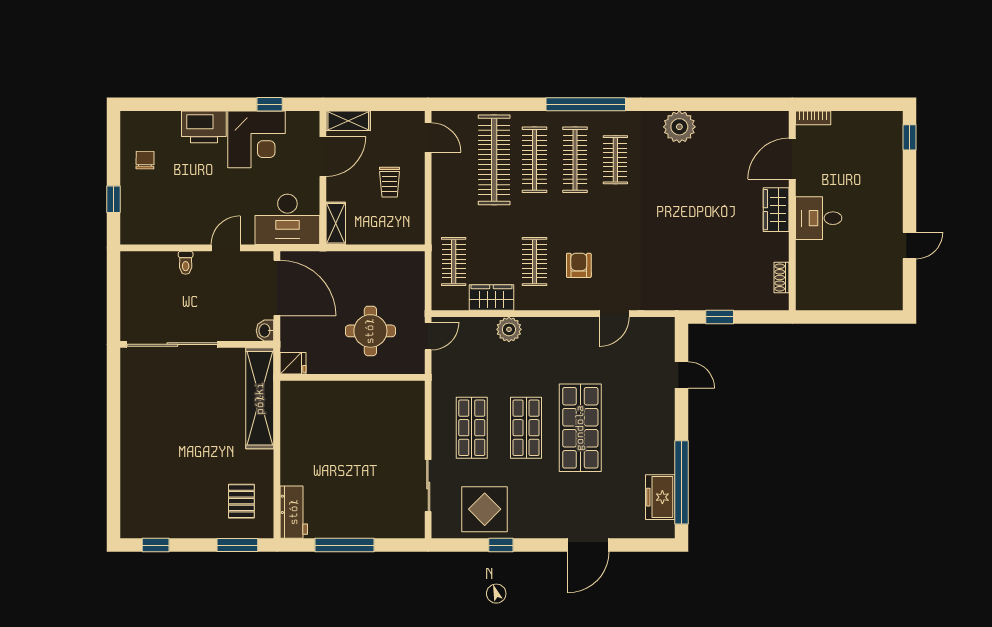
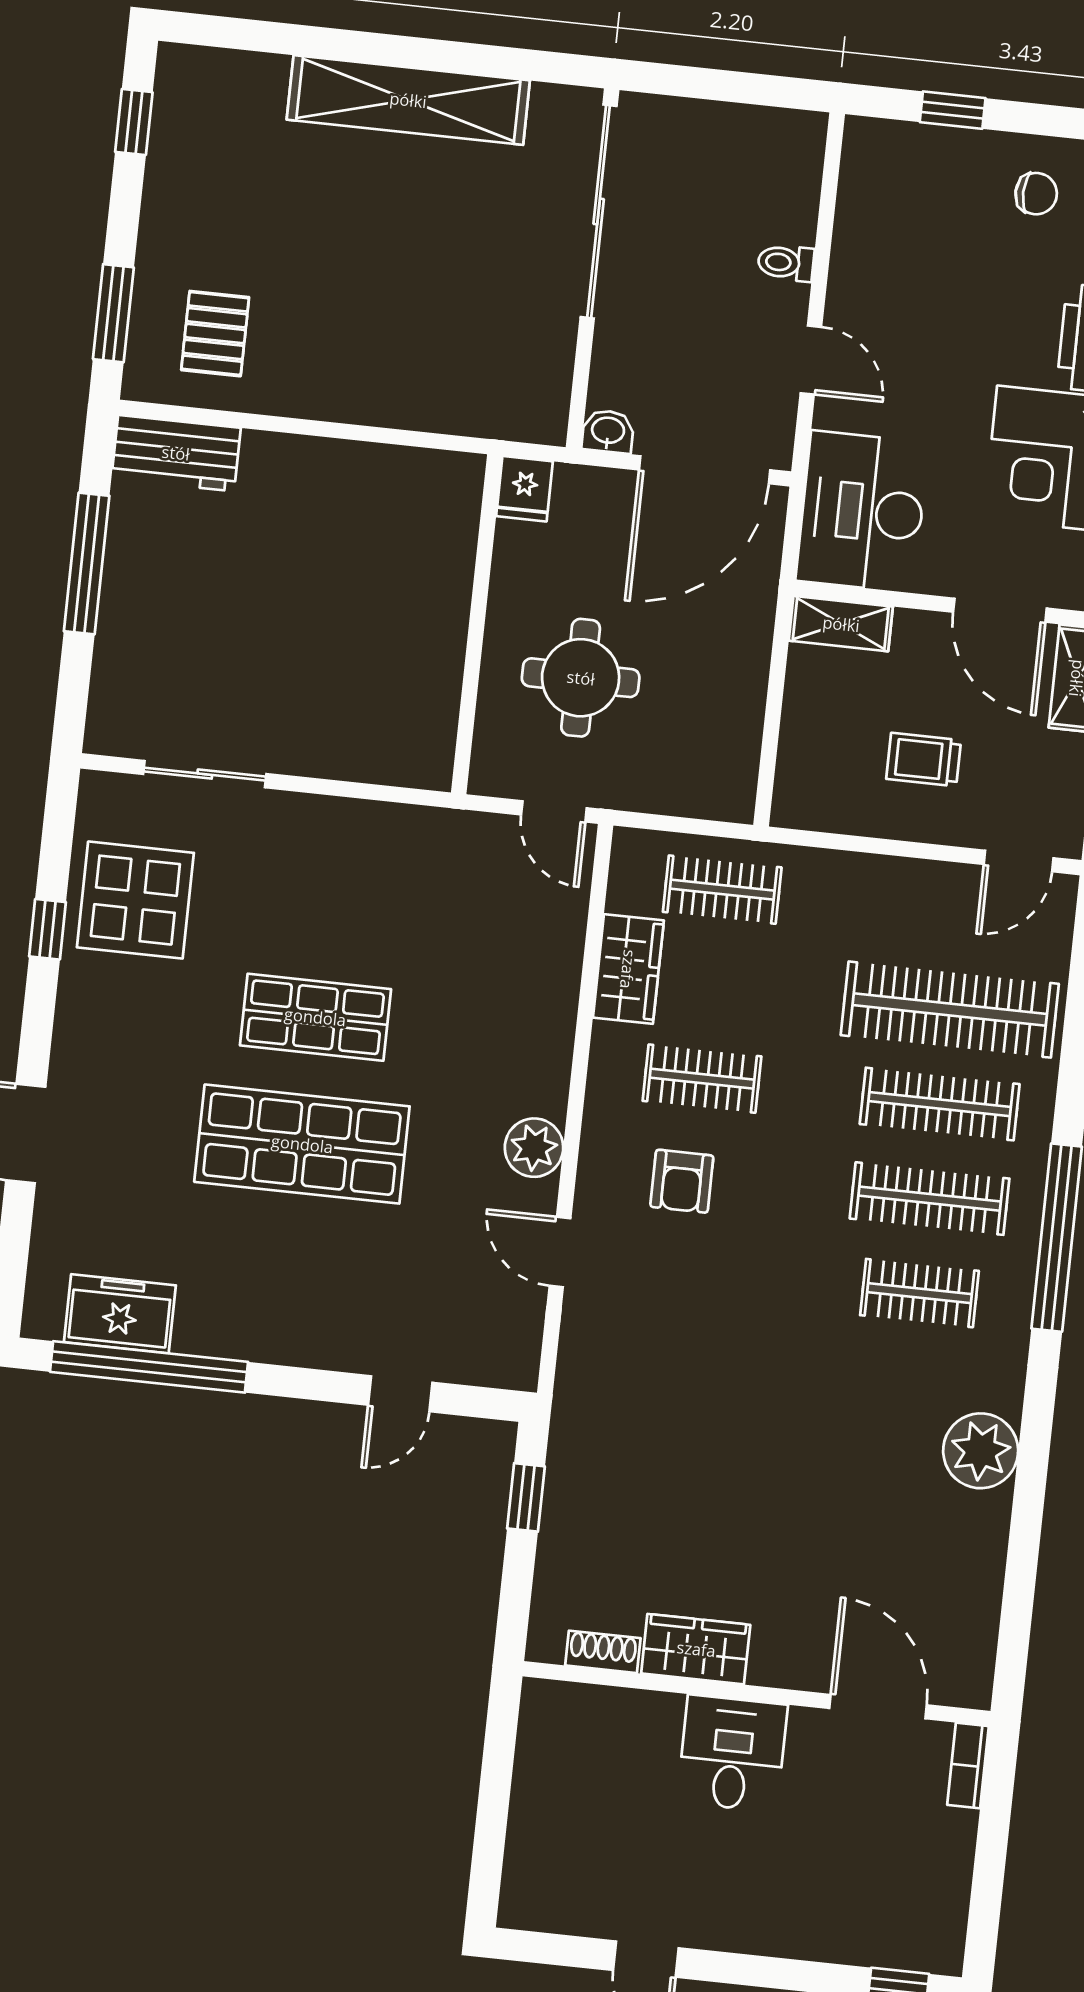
wardrobe: (776, 210) -> (696, 1649), moved
armchair: (579, 265) -> (682, 1181), turned 90
plant: (509, 329) -> (534, 1148), moved
shelving: (260, 398) -> (408, 100), moved
shop shelf: (472, 428) -> (329, 890), removed
pallet: (241, 501) -> (215, 334), turned 90

